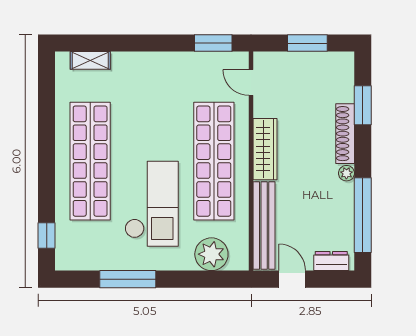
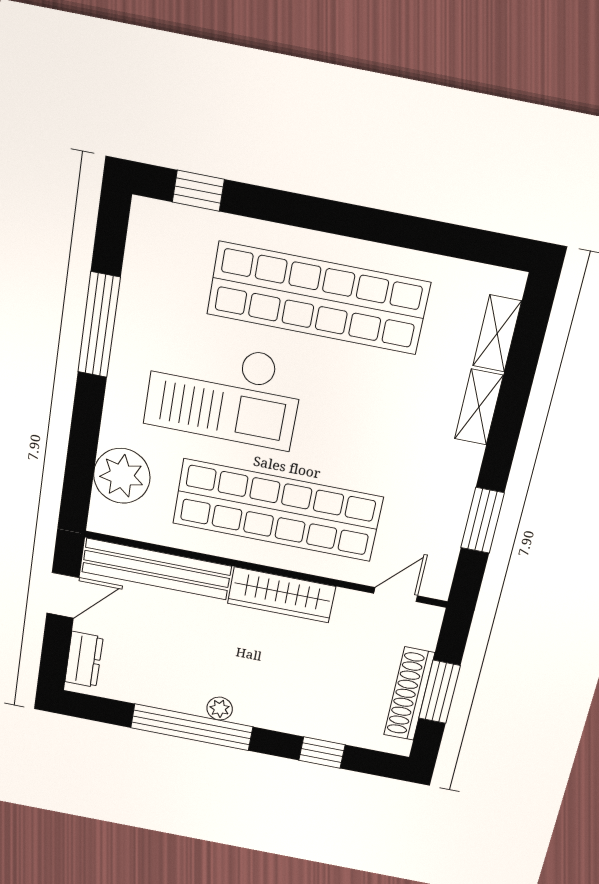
window: (213, 43) -> (482, 520), moved
shelving: (132, 61) -> (479, 407), added
window: (363, 105) -> (322, 752), width x0.67
shoe rack: (345, 134) -> (409, 694), moved, turned -90
window: (363, 215) -> (192, 727), moved

